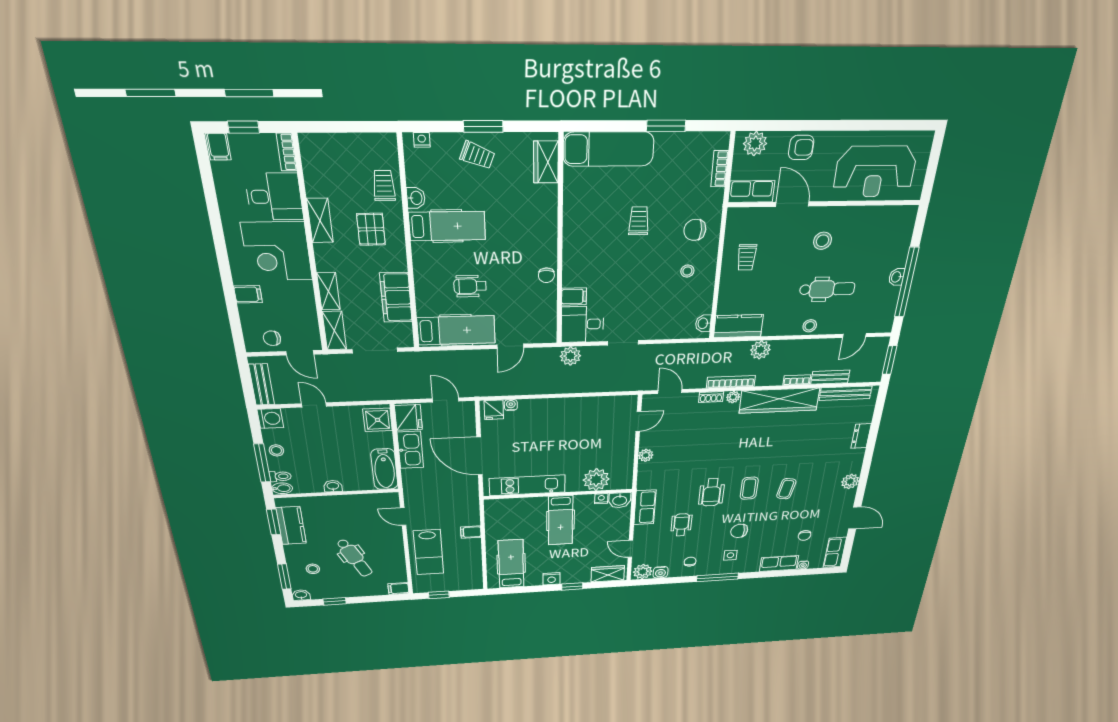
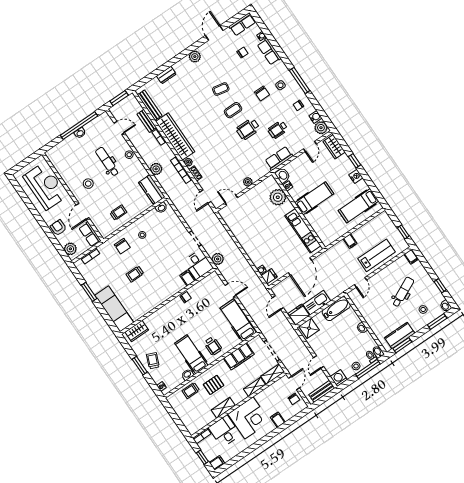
wheelchair: (470, 286) -> (213, 346), moved
wheelchair: (712, 492) -> (248, 129), turned 180

